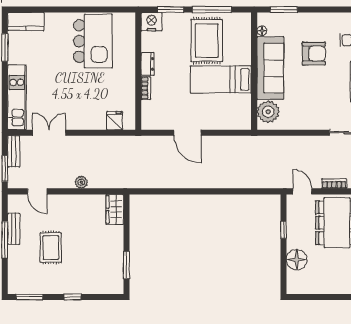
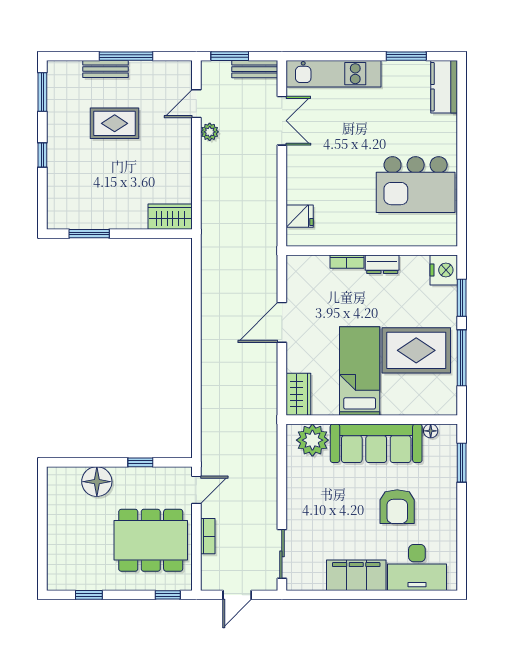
wardrobe: (237, 121) -> (298, 394), added
plant: (81, 182) -> (210, 132), moved
bench: (14, 229) -> (105, 69), moved

